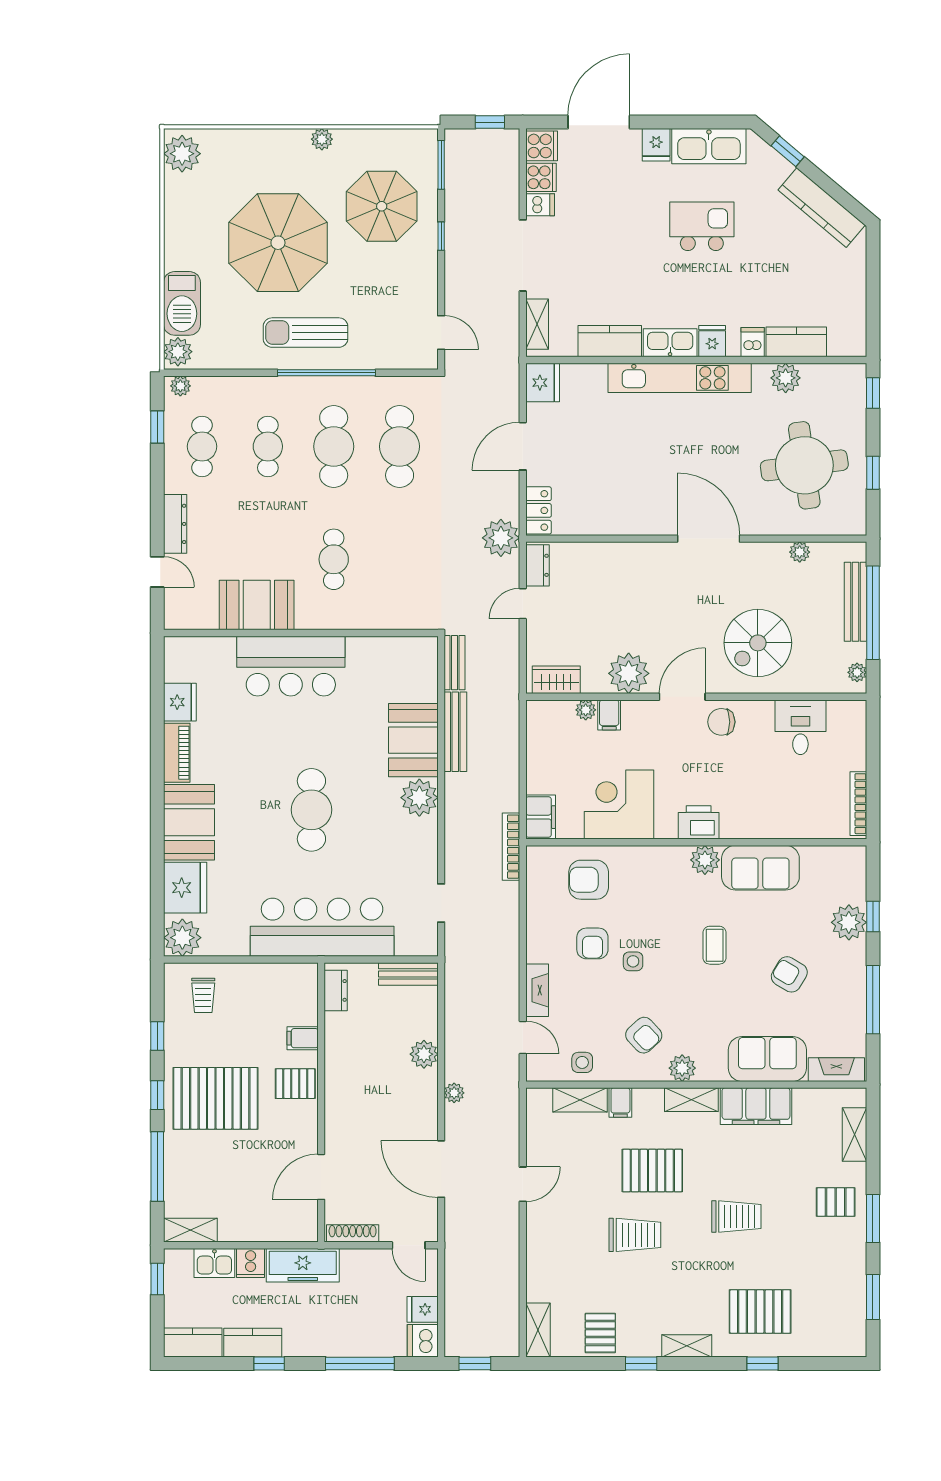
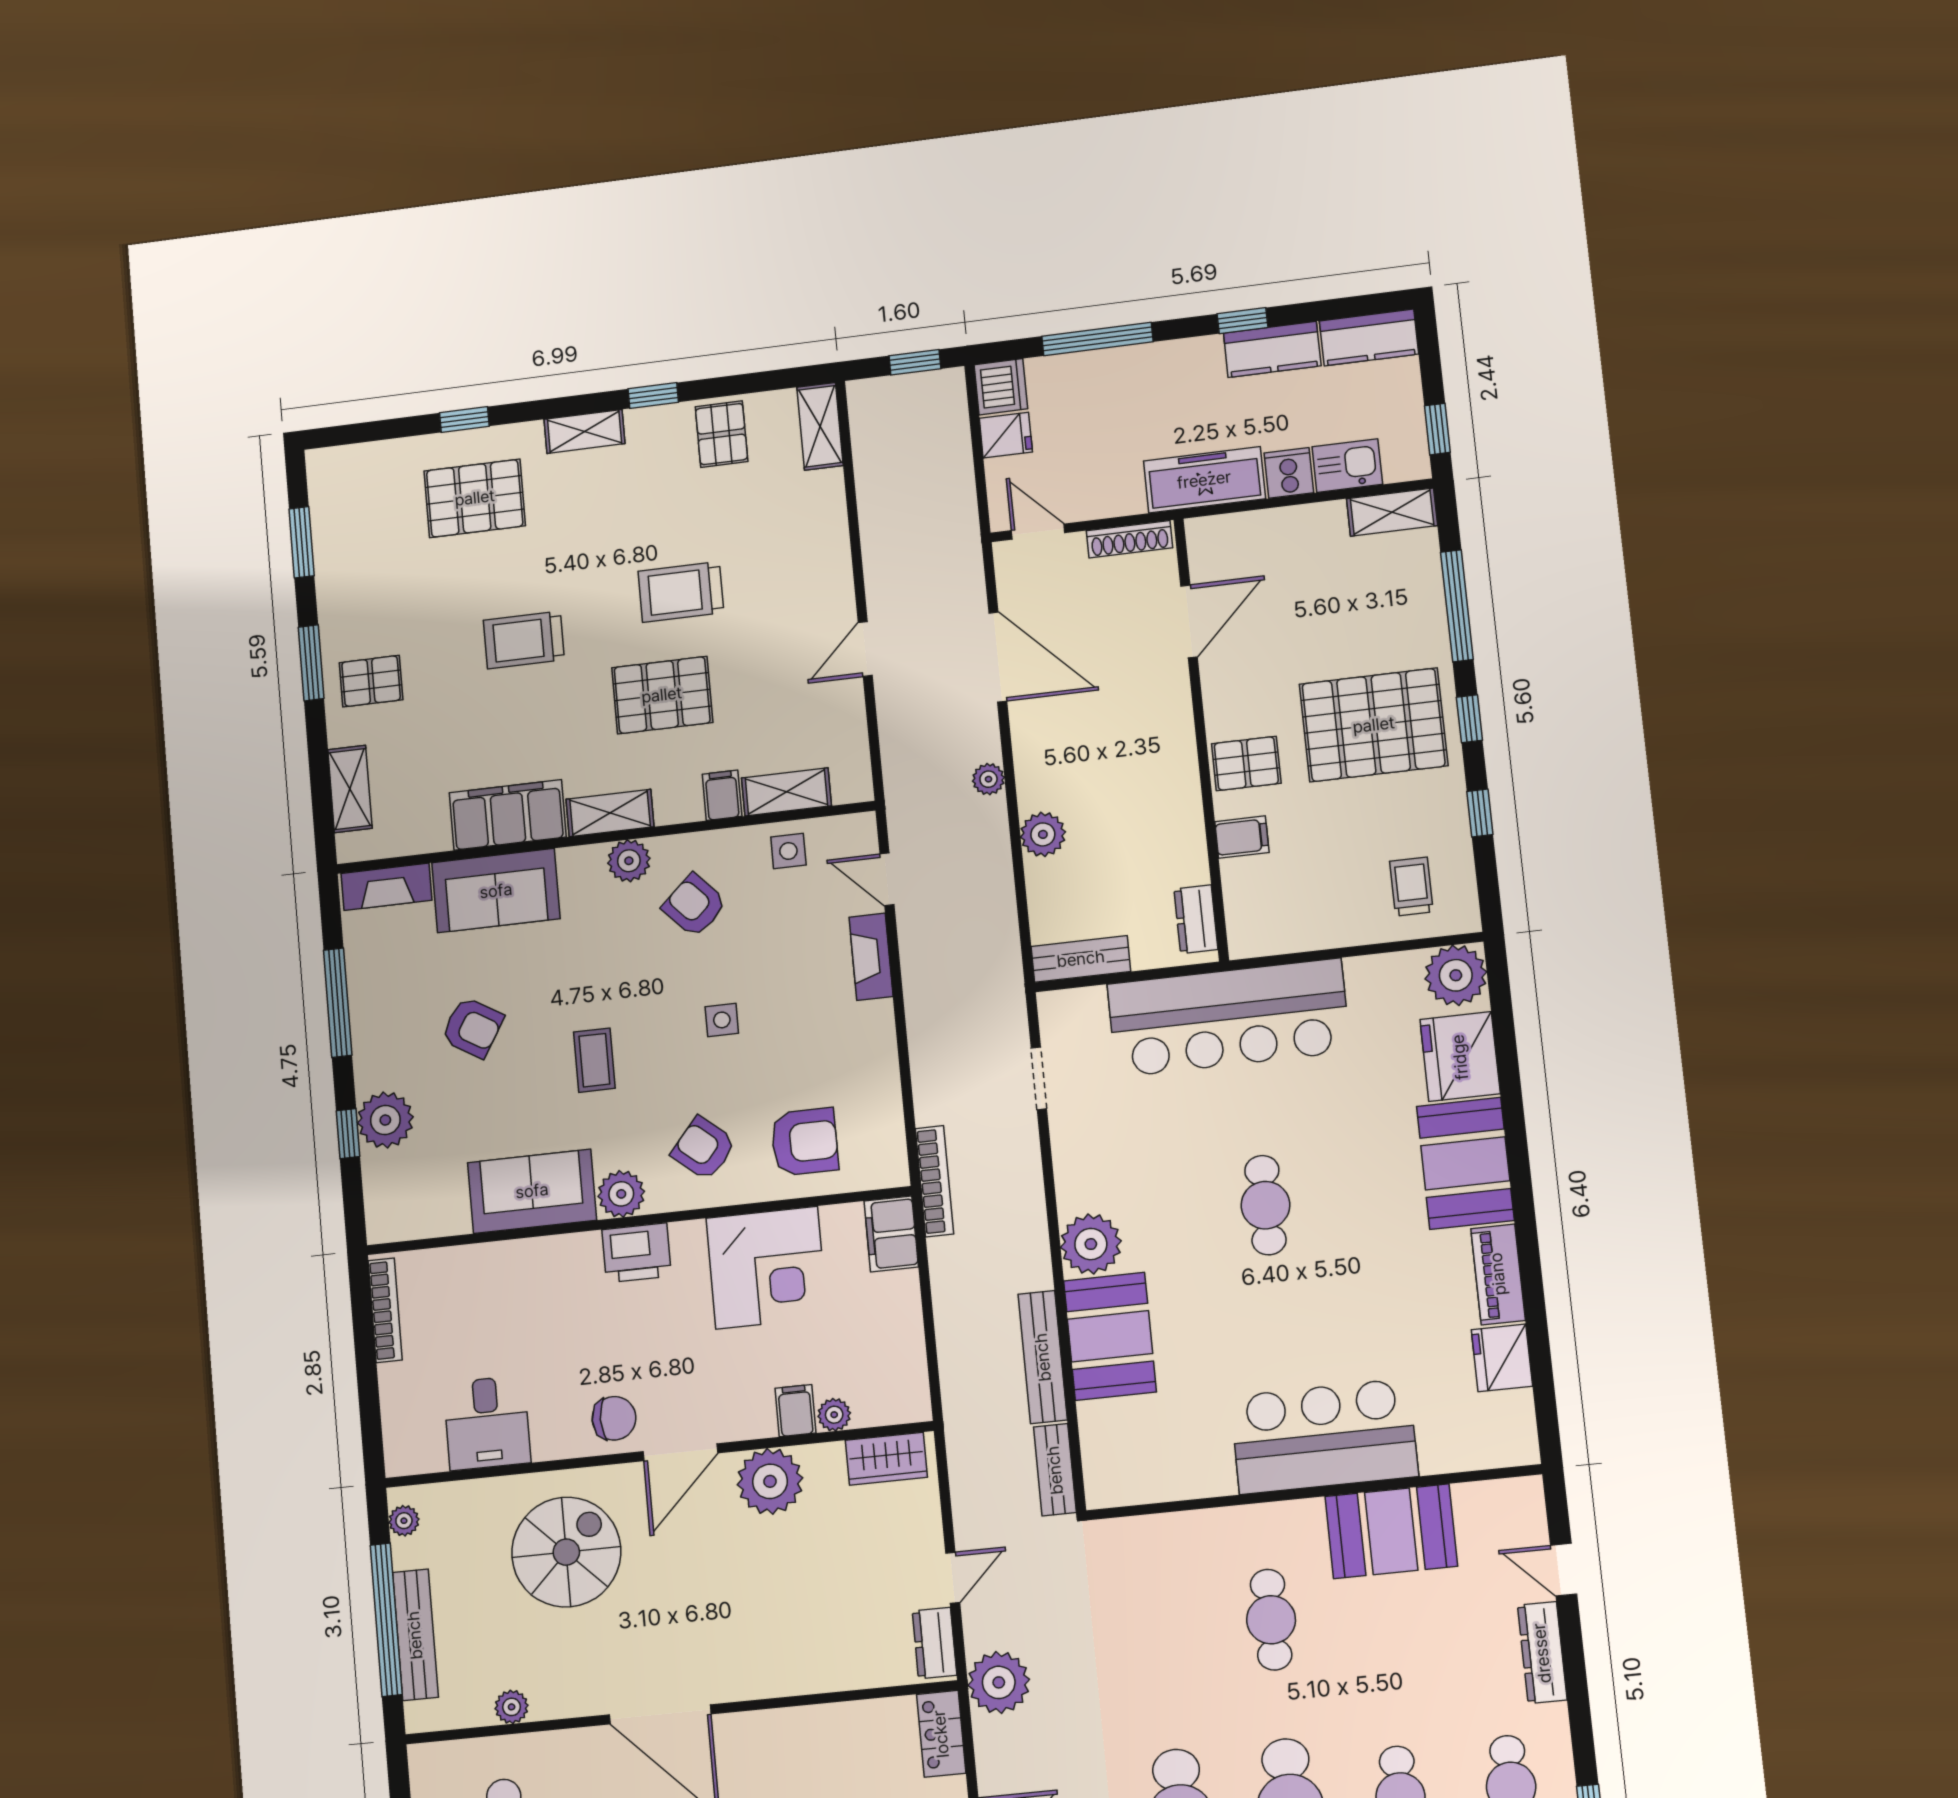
cafe table: (311, 810) -> (1265, 1205), width x0.73, depth x0.74
armchair: (592, 943) -> (703, 1148), moved, turned -50

